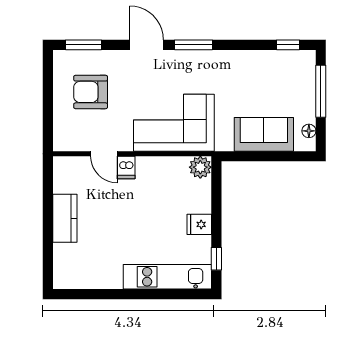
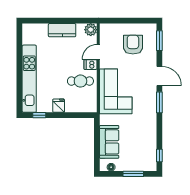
door: (147, 45) -> (159, 76), hinge flipped
window: (321, 91) -> (133, 174), width x0.69
plant: (200, 167) -> (91, 30), moved
cafe table: (155, 185) -> (80, 81), added
kitchen unit: (167, 277) -> (29, 79), width x1.36

